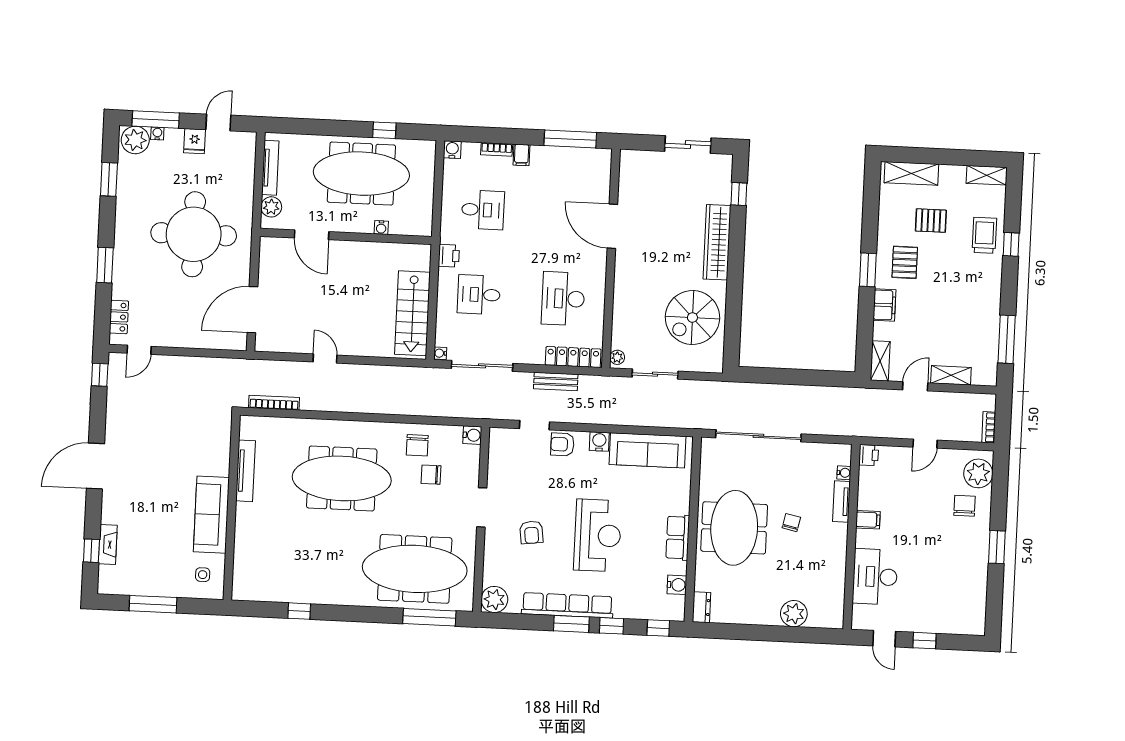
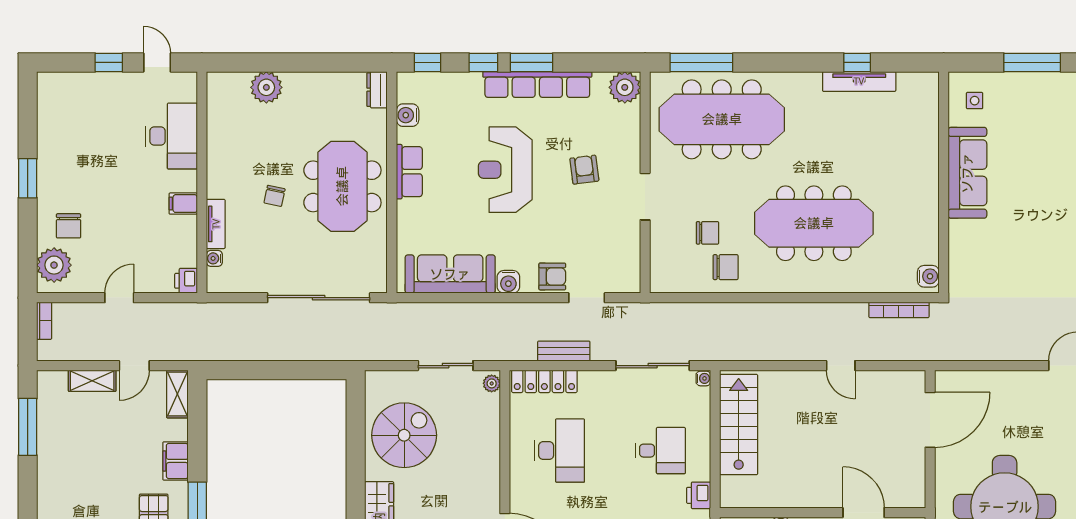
water cooler: (472, 435) -> (928, 276), moved, turned 180
chair: (417, 445) -> (726, 267), turned 90
tv unit: (246, 471) -> (859, 81), moved, turned -90

